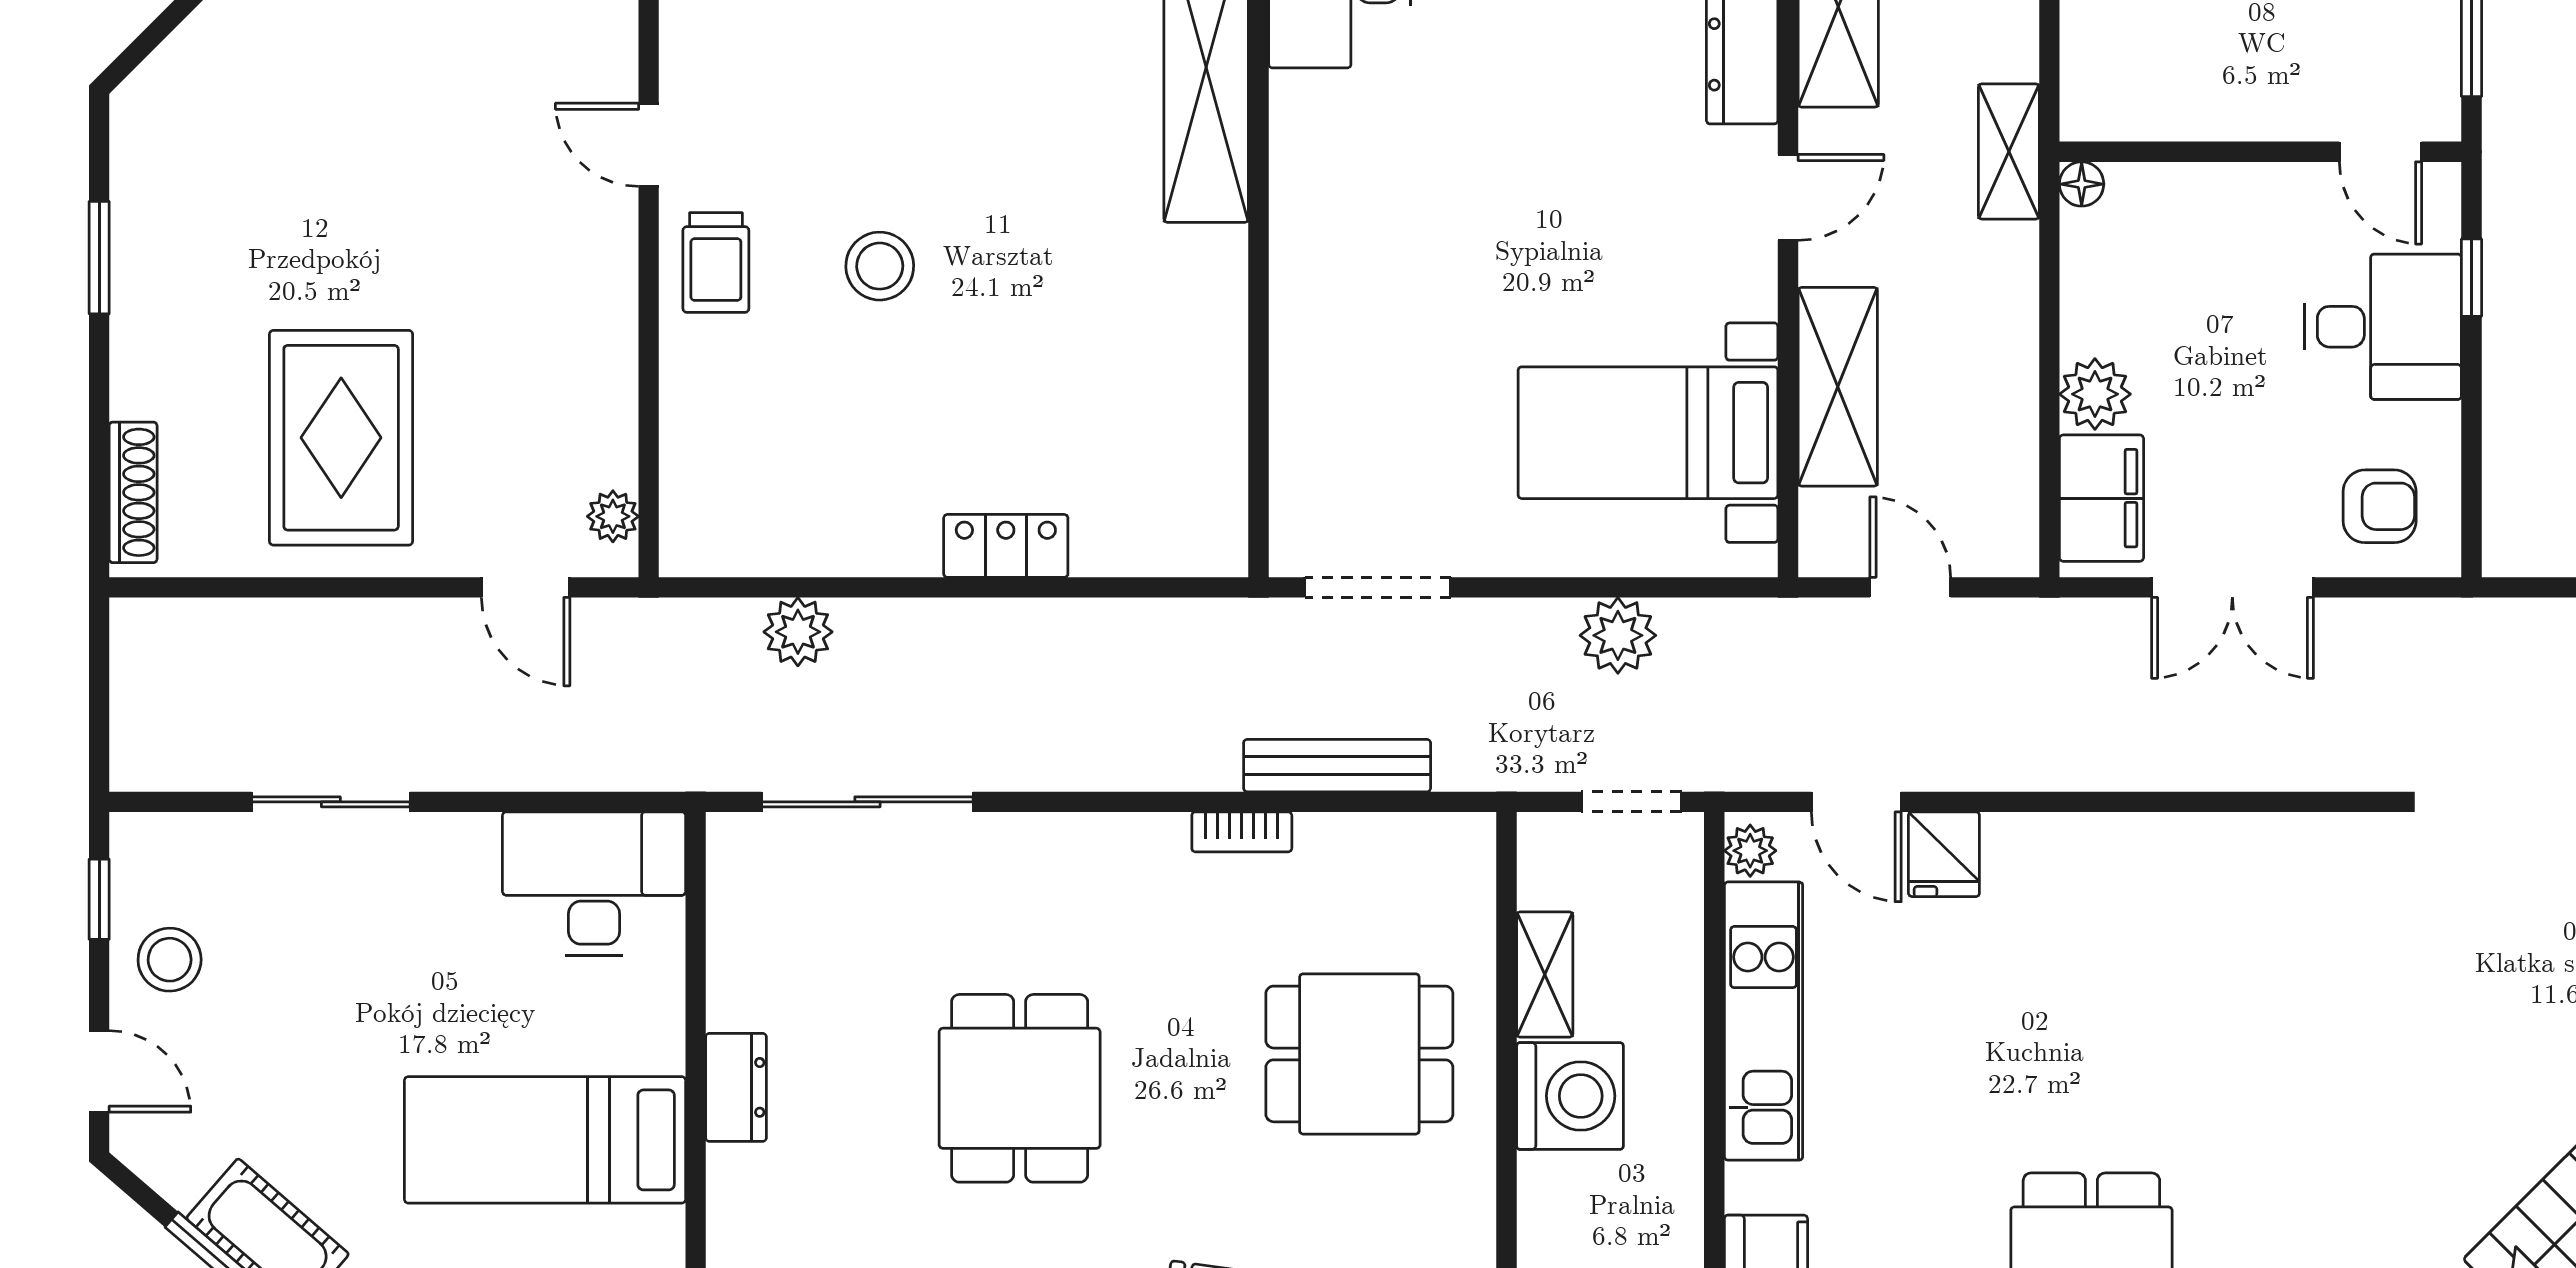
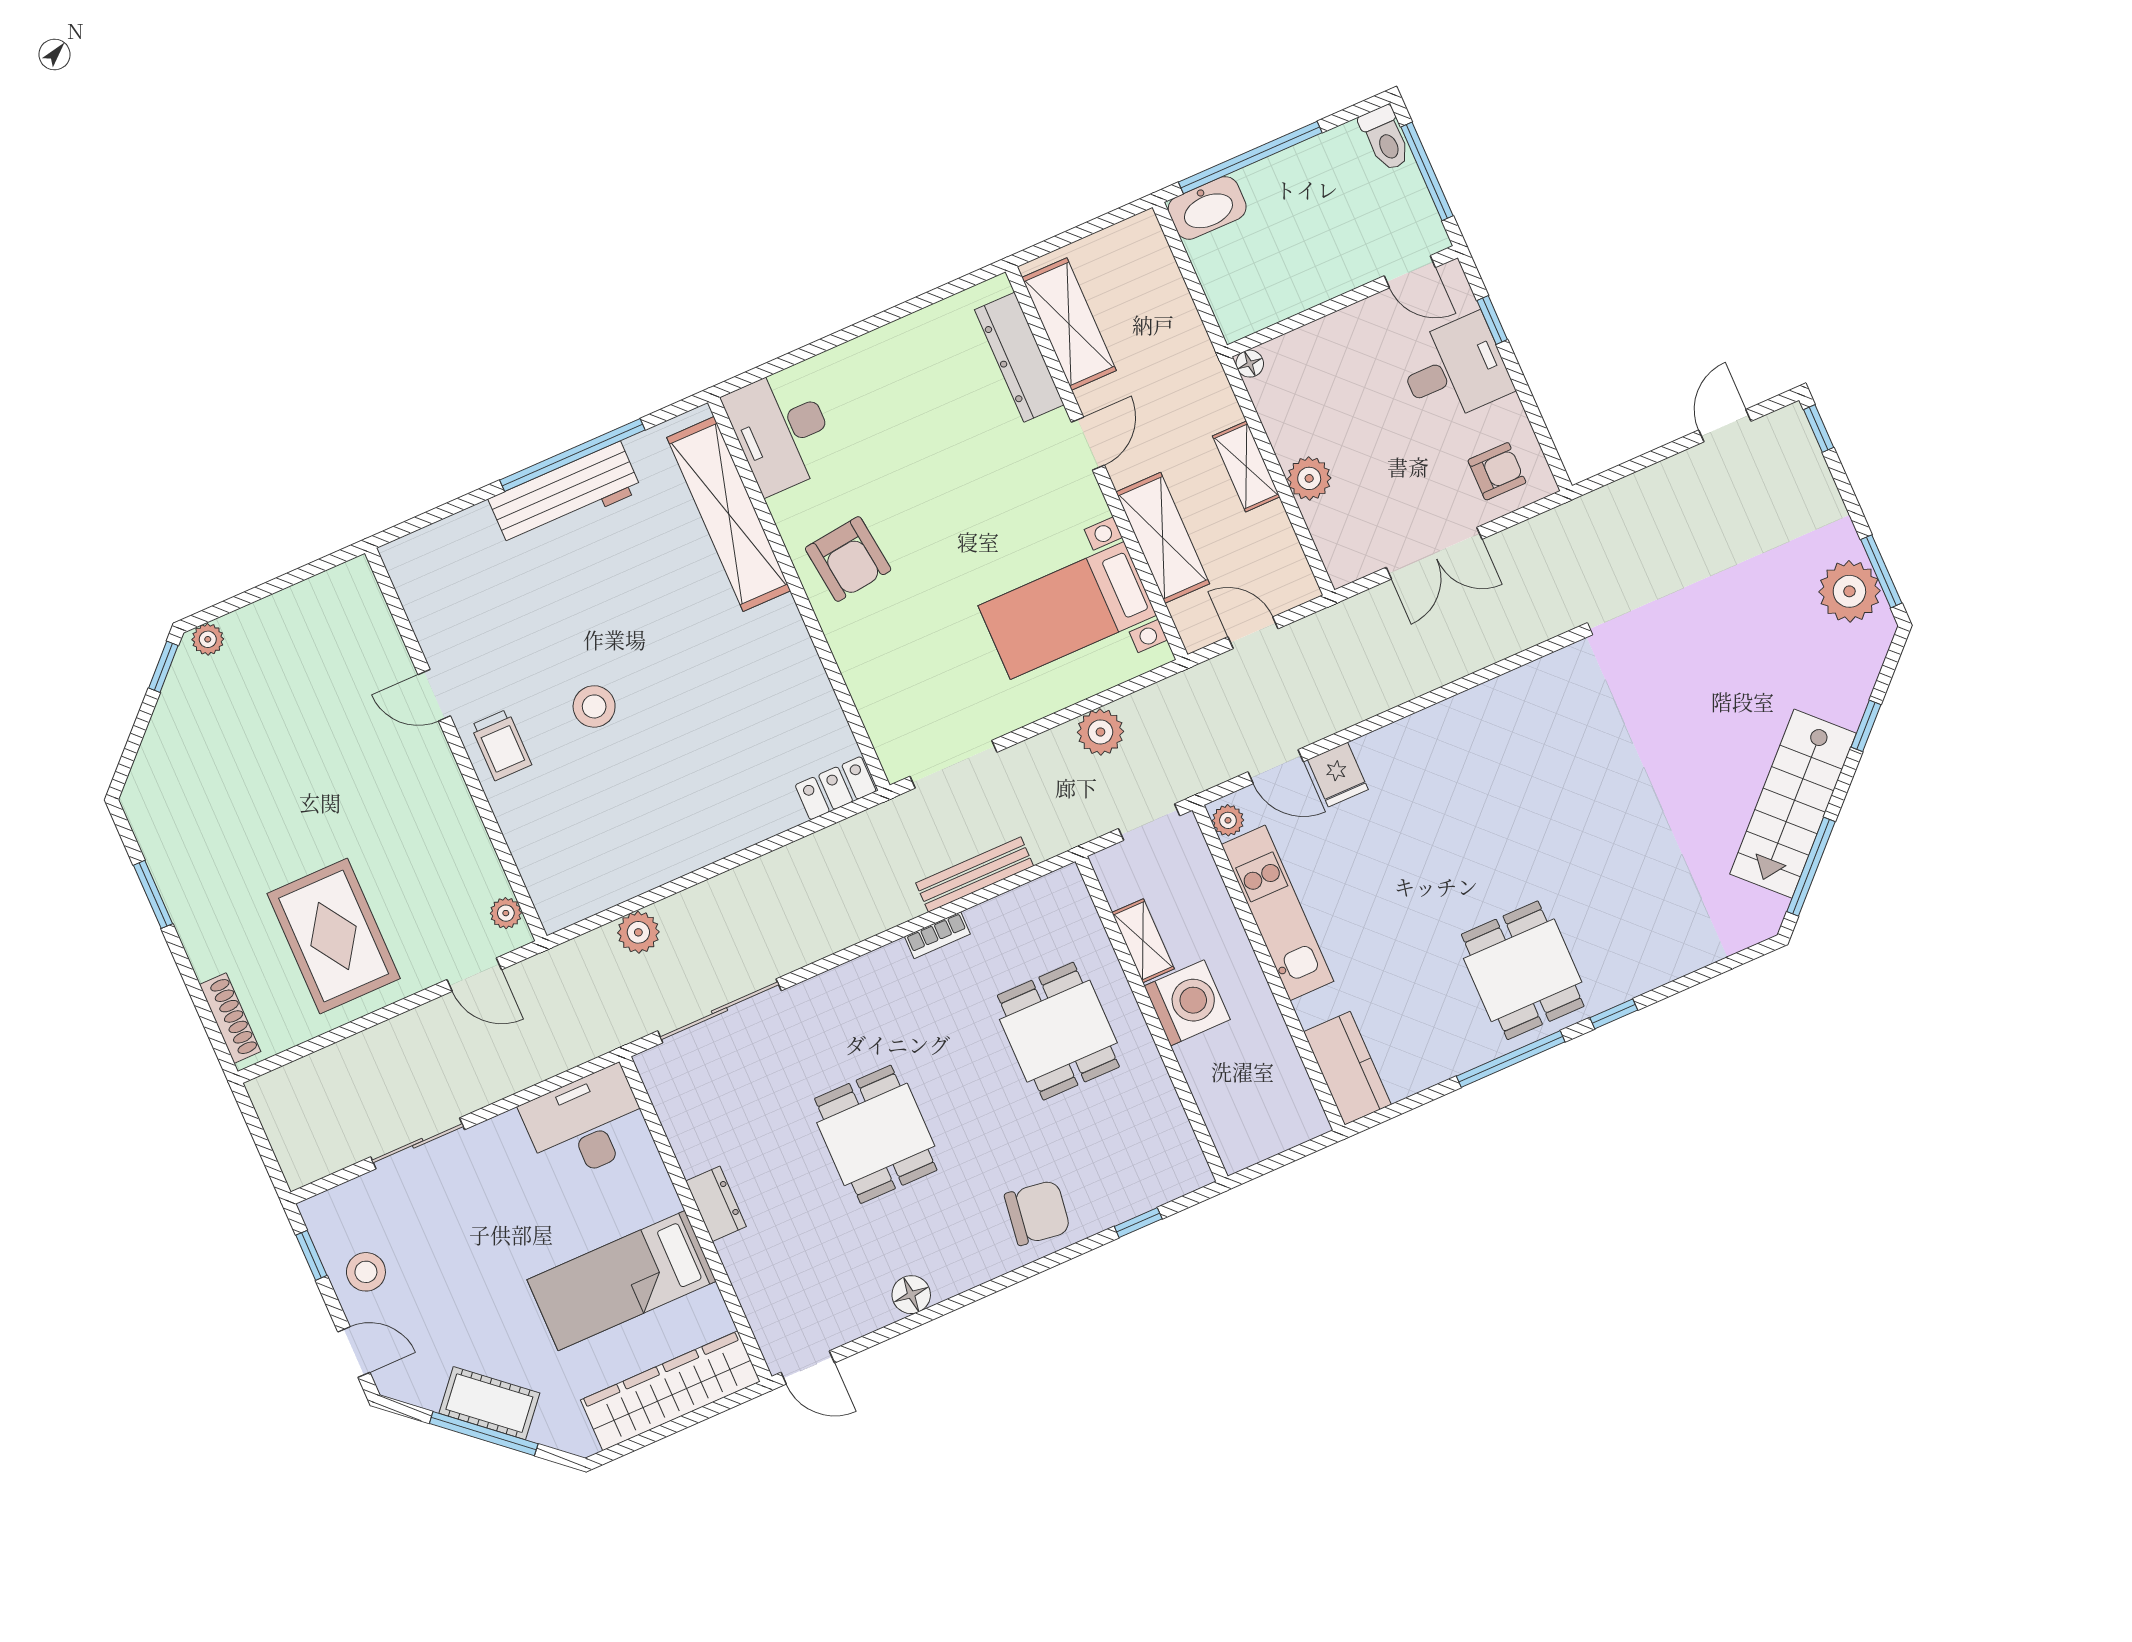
shelving: (2009, 151) -> (1246, 466), moved
armchair: (1355, 212) -> (848, 559), added
filing cabinet: (2101, 498) -> (1339, 535), removed
locker: (1006, 546) -> (836, 788), moved
dining table: (1359, 1054) -> (1058, 1031), turned 90

